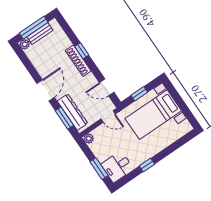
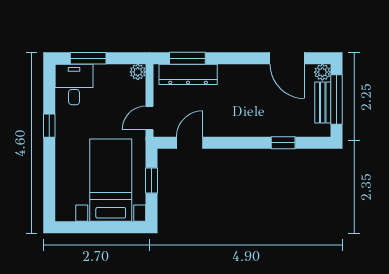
window: (82, 51) -> (283, 143), moved
shoe rack: (78, 61) -> (252, 129), removed
door: (46, 90) -> (287, 58), moved

